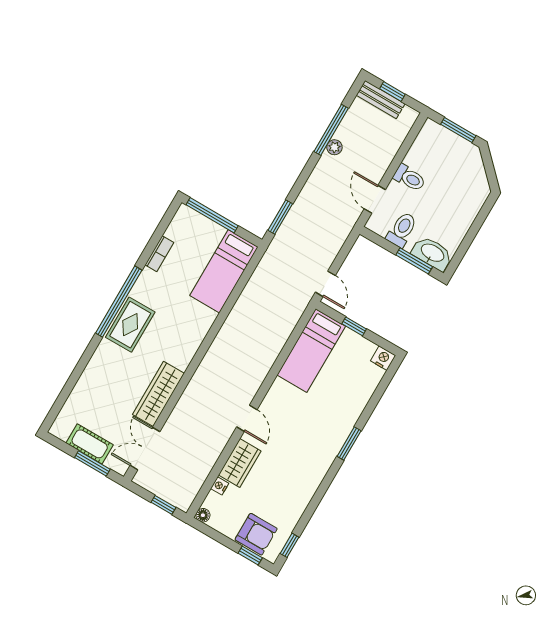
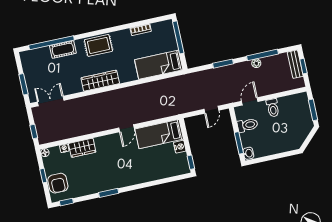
window: (280, 217) -> (223, 64), moved
washbasin: (432, 253) -> (248, 153), width x0.52, depth x0.69
door: (325, 284) -> (211, 110), moved
window: (119, 302) -> (51, 43), moved
window: (354, 326) -> (191, 162), moved
nightstand: (383, 358) -> (180, 147), moved
wardrobe: (158, 394) -> (100, 81), moved
door: (247, 418) -> (127, 128), moved
window: (349, 443) -> (109, 193), moved
cot: (90, 444) -> (63, 49), moved, turned 90
window: (250, 556) -> (43, 176), moved

